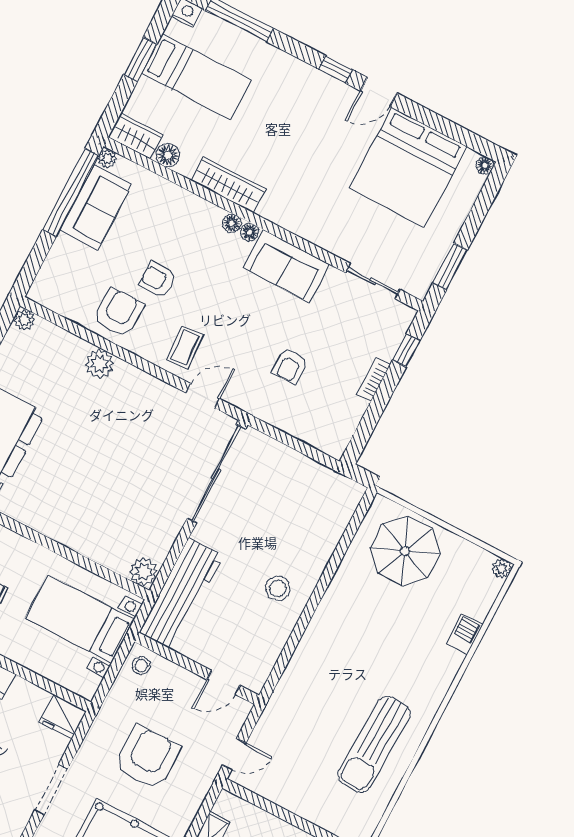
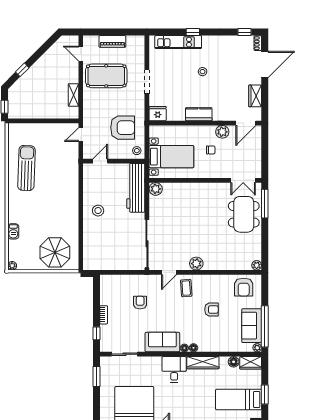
desk: (291, 201) -> (174, 369), added
armchair: (119, 313) -> (244, 287), moved
plant: (100, 364) -> (196, 264), moved
armchair: (147, 758) -> (123, 128), moved, turned -90

